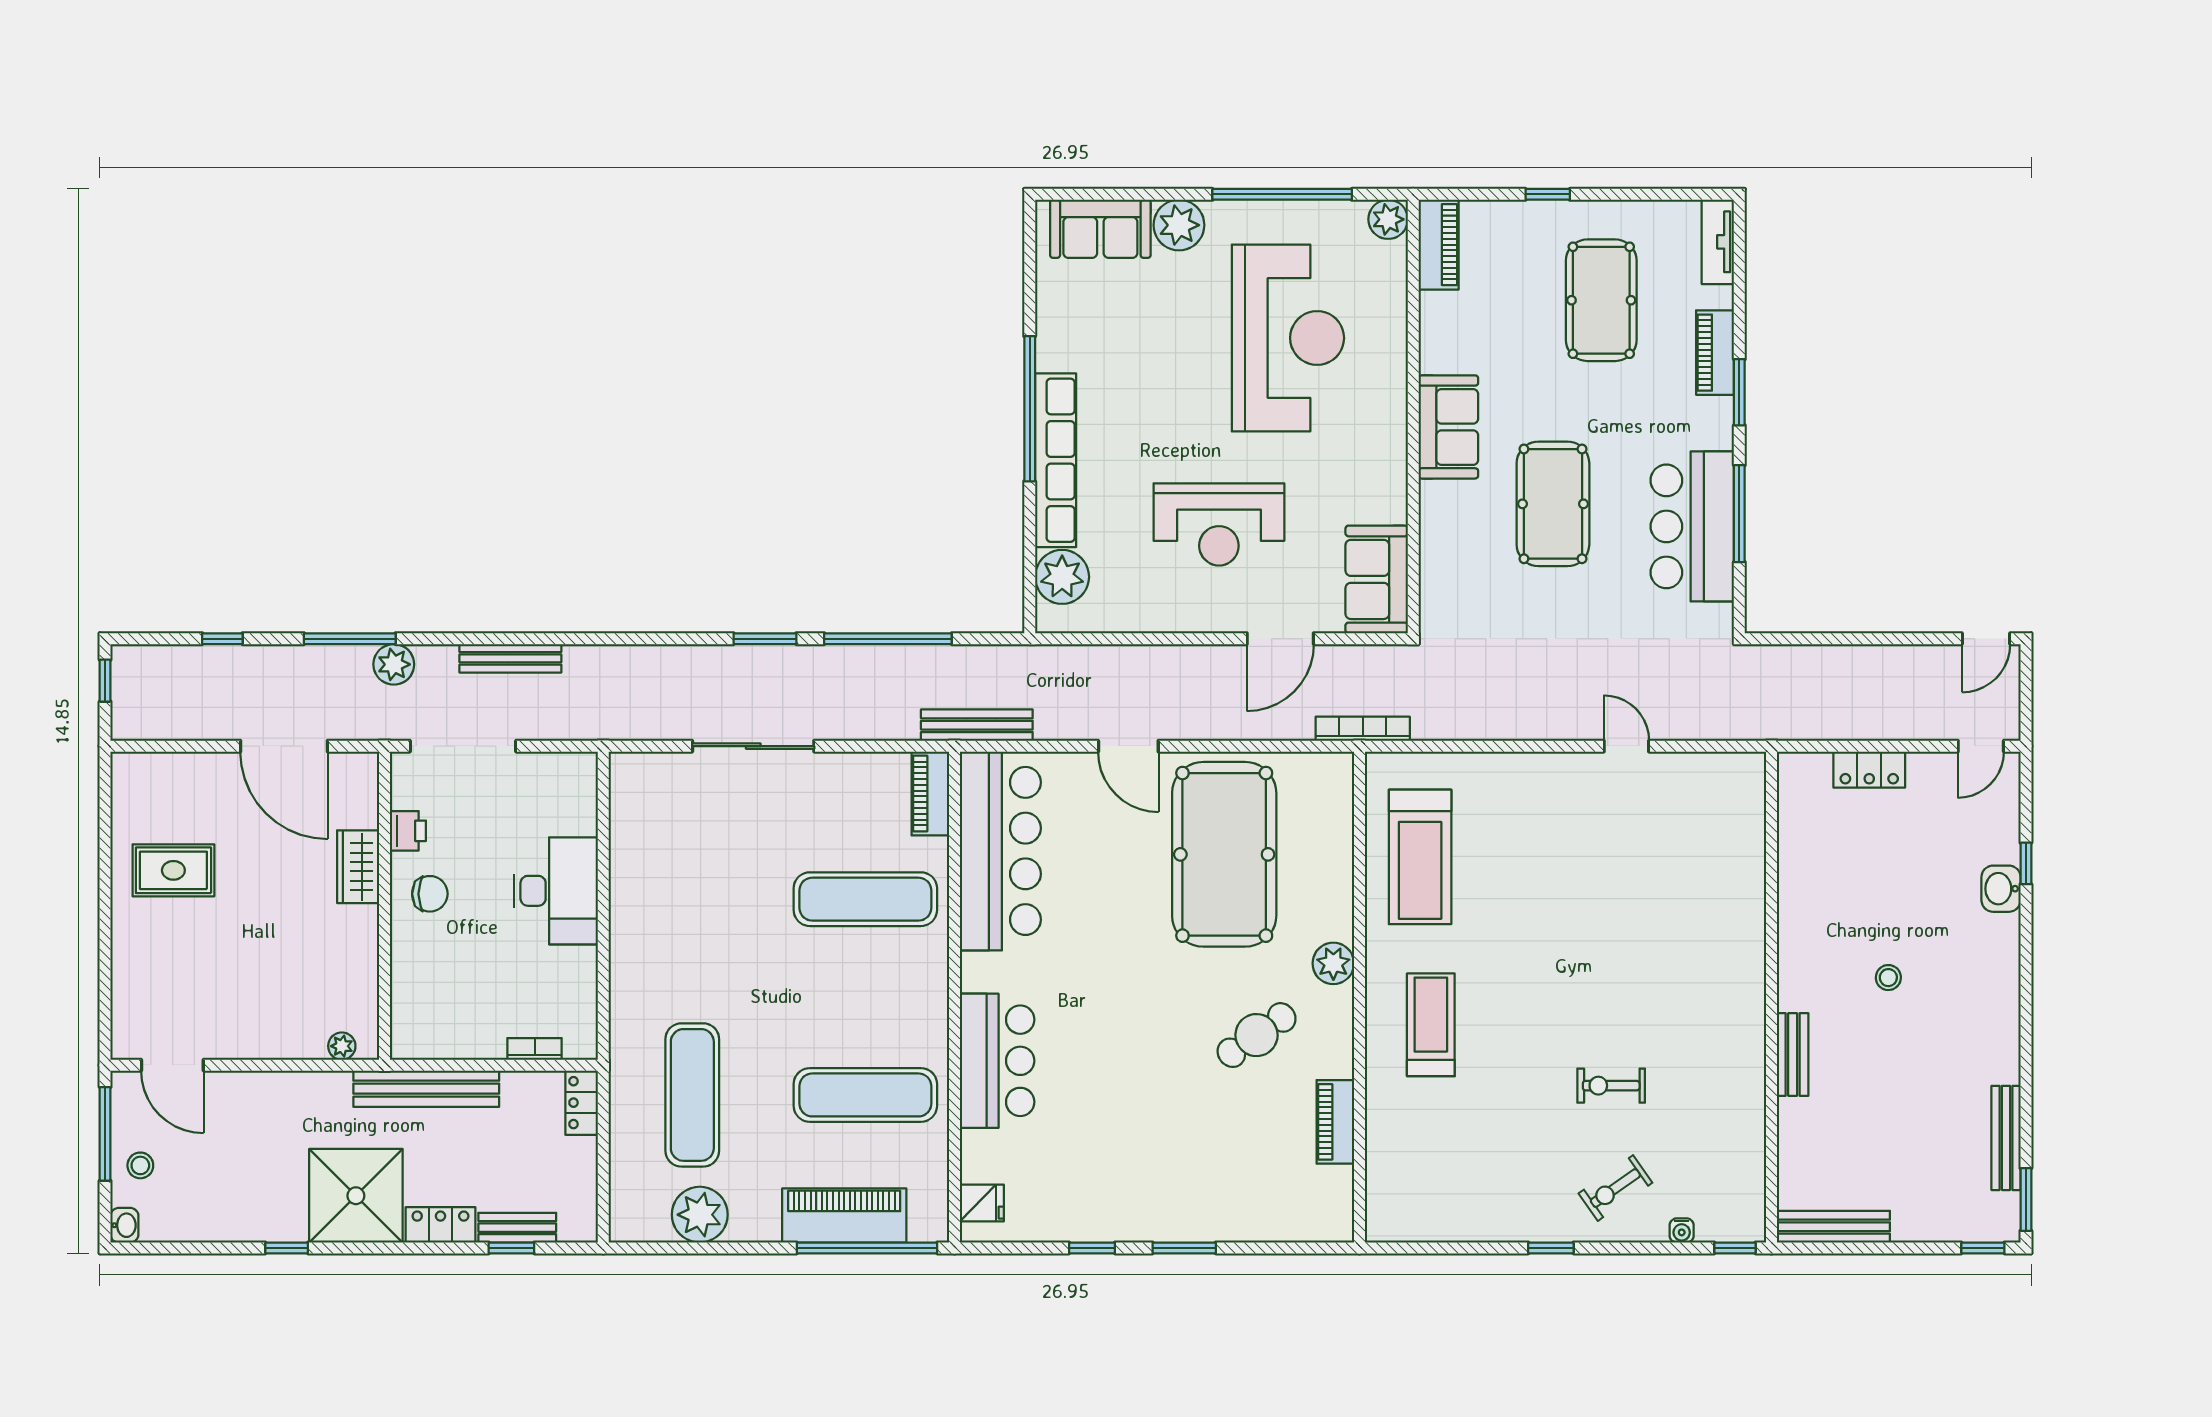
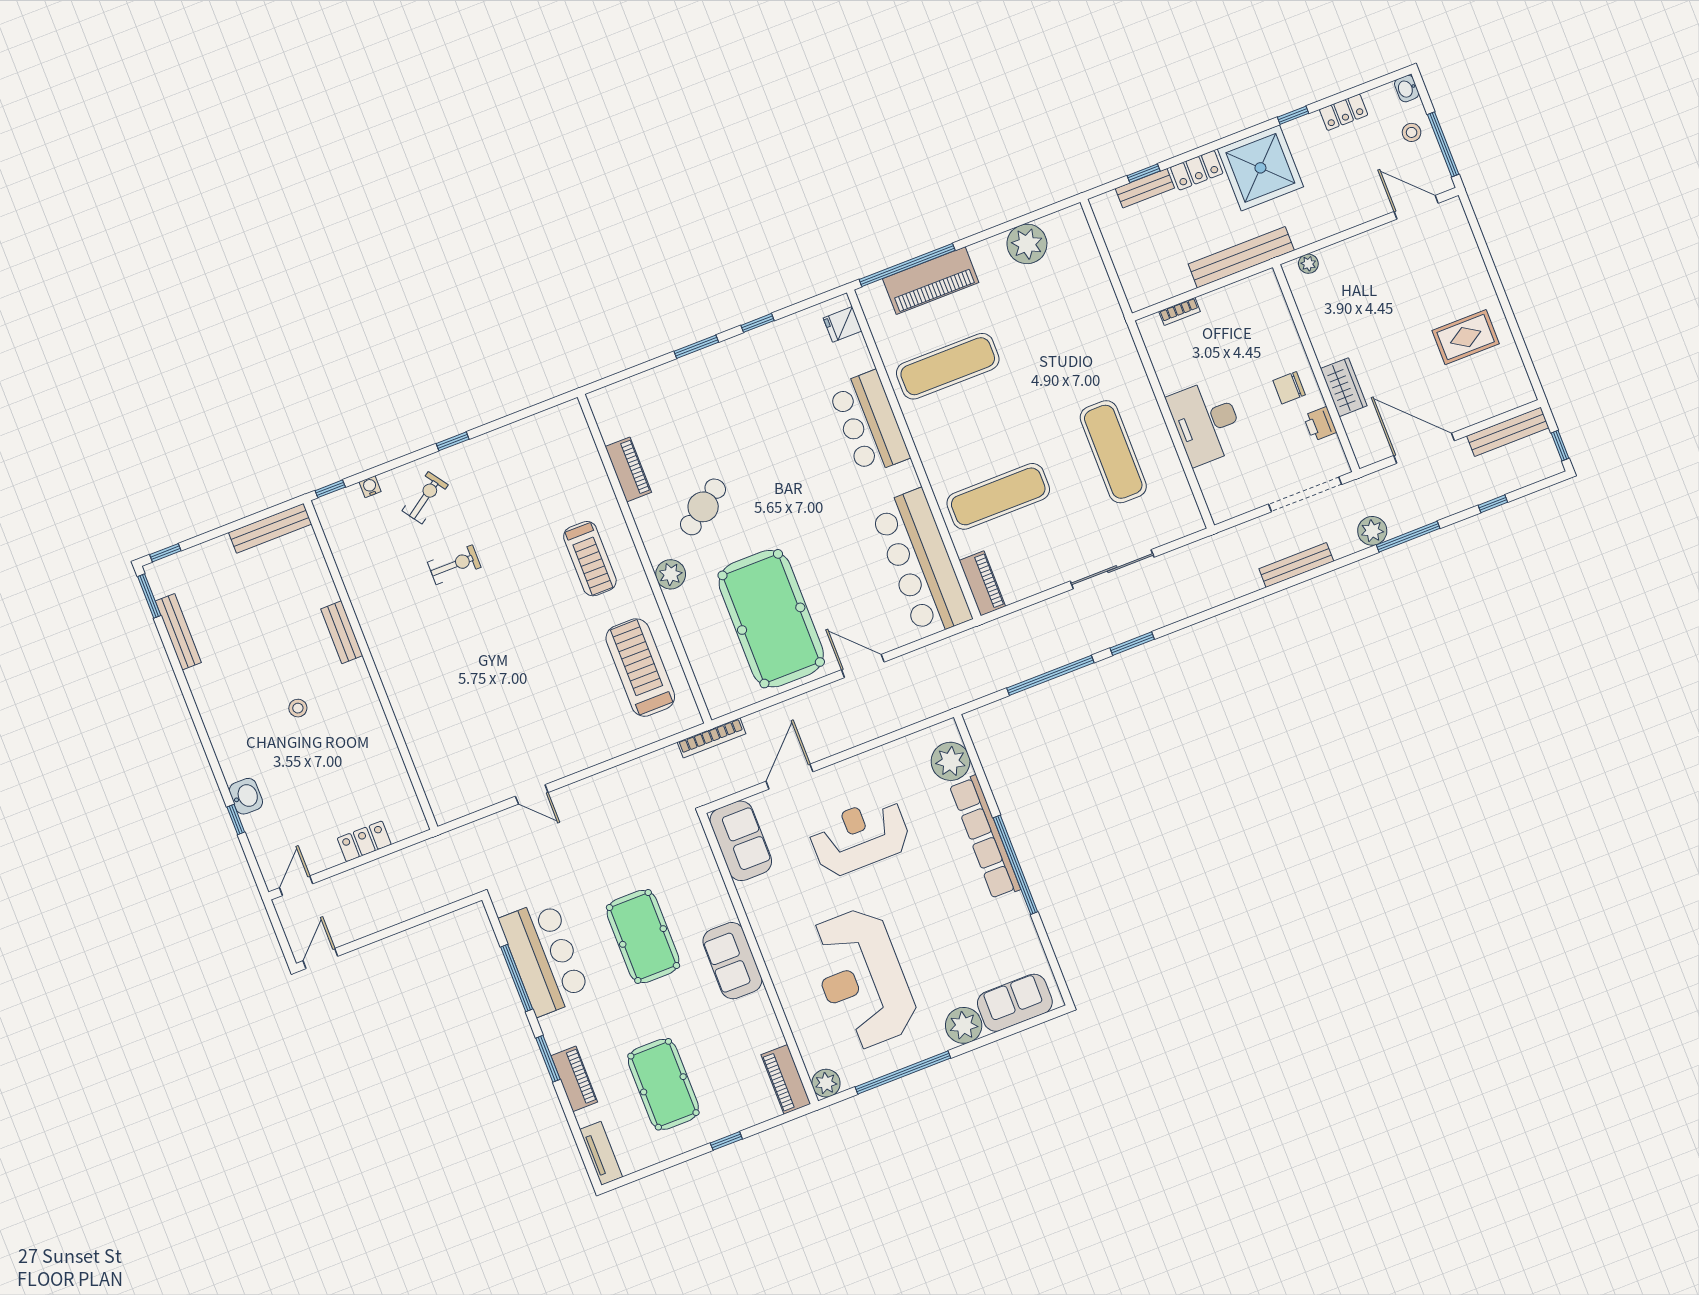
bench: (977, 725) -> (1508, 432), moved
exercise mat: (692, 1095) -> (1113, 452), moved
locker: (582, 1103) -> (1344, 112), moved, turned 90

